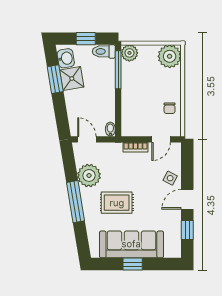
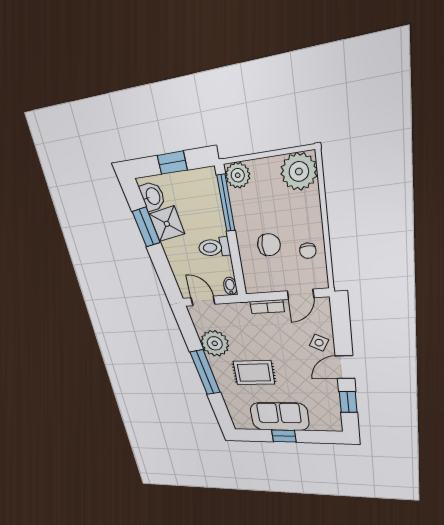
toilet: (104, 51) -> (214, 247), moved
chair: (144, 101) -> (269, 245), added
sofa: (131, 244) -> (279, 417), width x0.73

